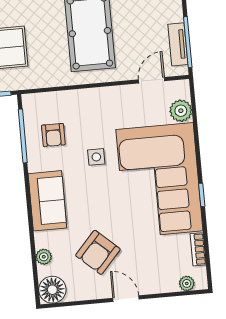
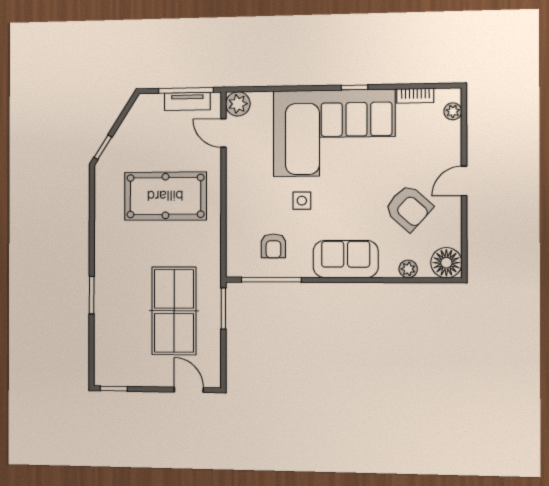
plant: (181, 111) -> (238, 104), moved
armchair: (53, 135) -> (273, 246), turned 90

